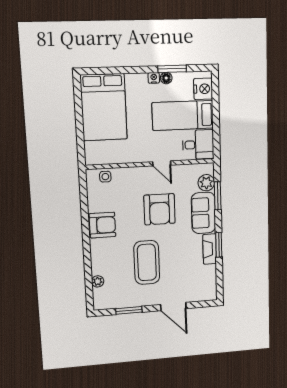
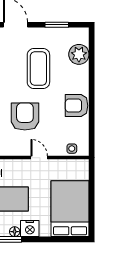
nightstand: (154, 78) -> (30, 228), width x1.89, depth x1.79
door: (162, 163) -> (39, 158), moved
plant: (98, 281) -> (79, 54), width x1.87, depth x1.87

